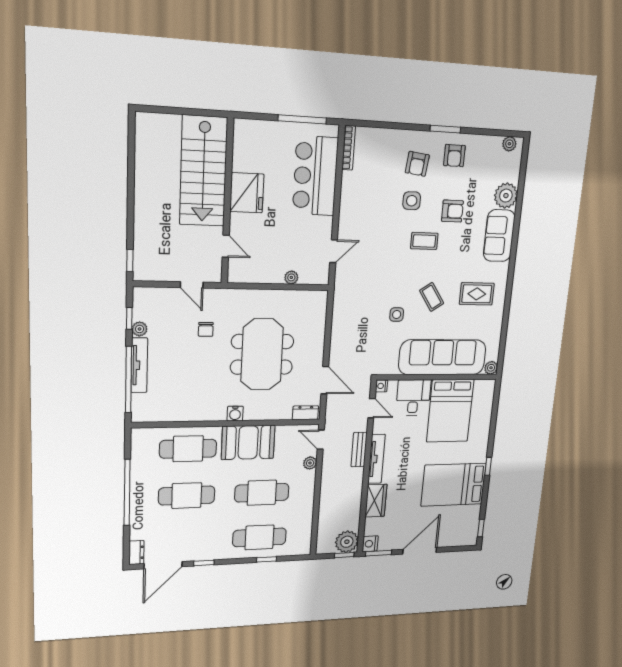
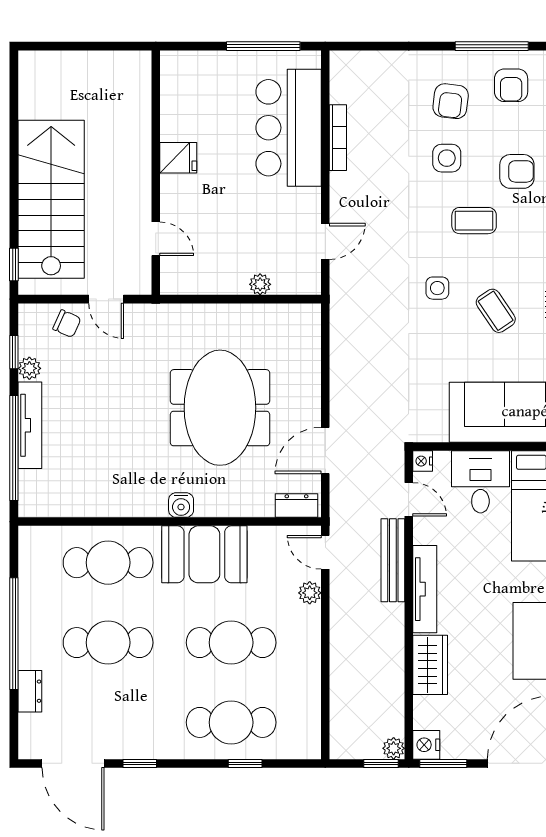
window: (445, 129) -> (492, 46), width x1.44
bookcase: (349, 148) -> (338, 138), moved
stairs: (203, 171) -> (51, 199), moved, turned 180
fridge: (247, 193) -> (178, 158), width x0.53, depth x0.75
side table: (397, 315) -> (437, 288), moved
chair: (206, 329) -> (67, 324), moved, turned -66
door: (325, 380) -> (325, 450), swing flipped
bench: (359, 449) -> (393, 560), width x1.36
plant: (347, 542) -> (394, 748), width x0.53, depth x0.53
dresser: (136, 553) -> (30, 691), moved
door: (163, 565) -> (73, 763), hinge flipped

